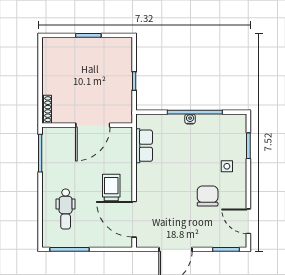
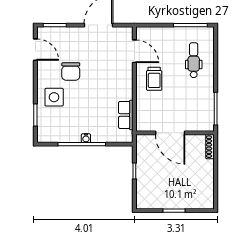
door: (93, 125) -> (170, 133), swing flipped
side table: (227, 166) -> (54, 97), width x1.87, depth x1.87
door: (134, 219) -> (134, 51), width x0.73

